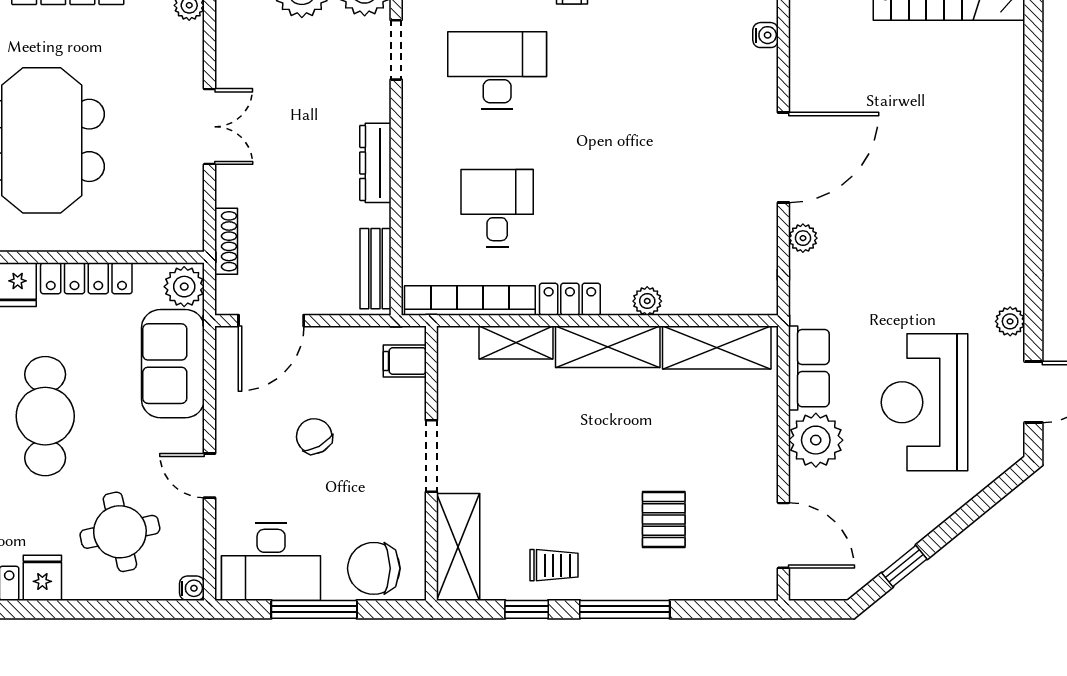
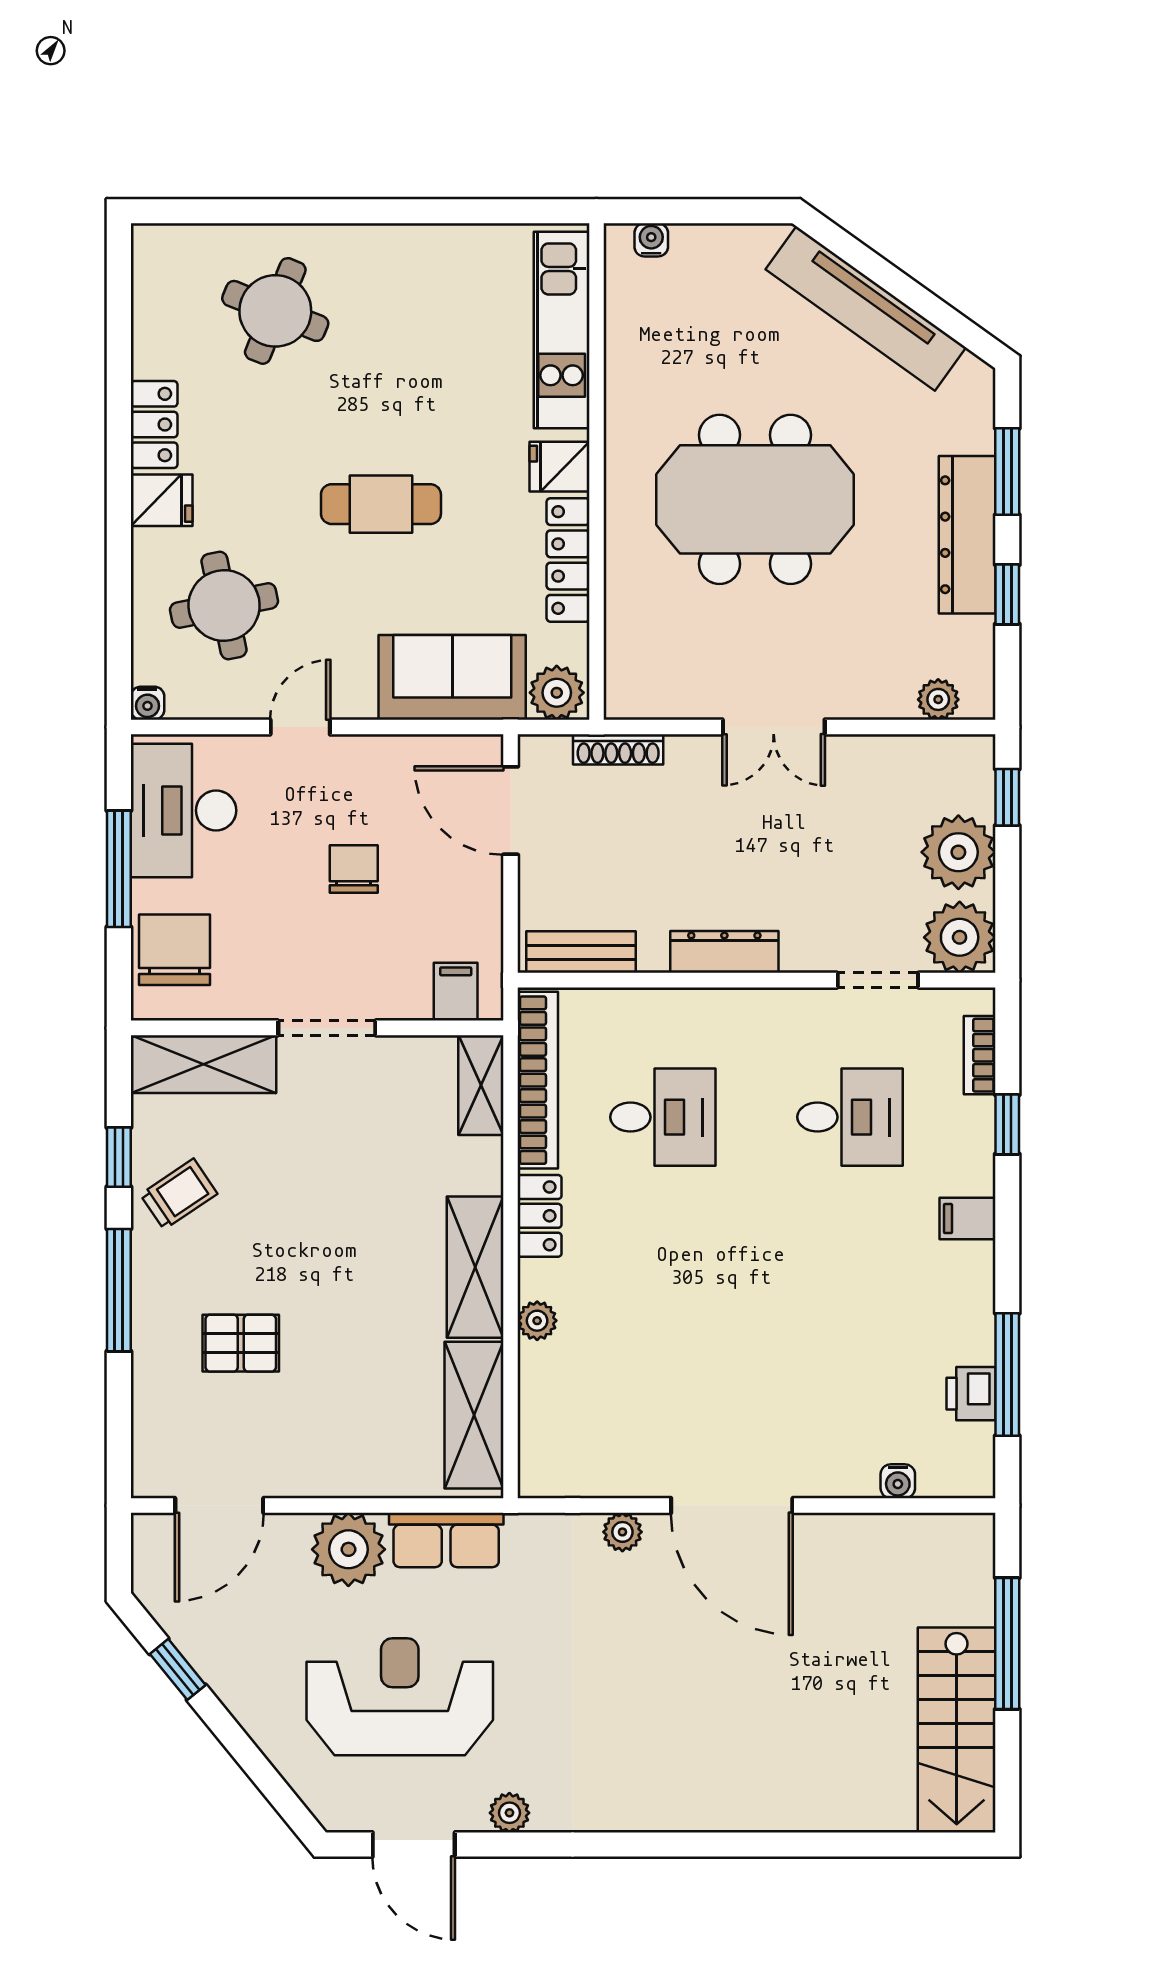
desk: (497, 70) -> (850, 1117), width x0.73
shelving: (516, 342) -> (481, 1085), moved
cafe table: (45, 416) -> (381, 504), width x0.73, depth x0.74
chair: (314, 436) -> (354, 869), turned -61
trolley: (554, 565) -> (179, 1194), turned -124

